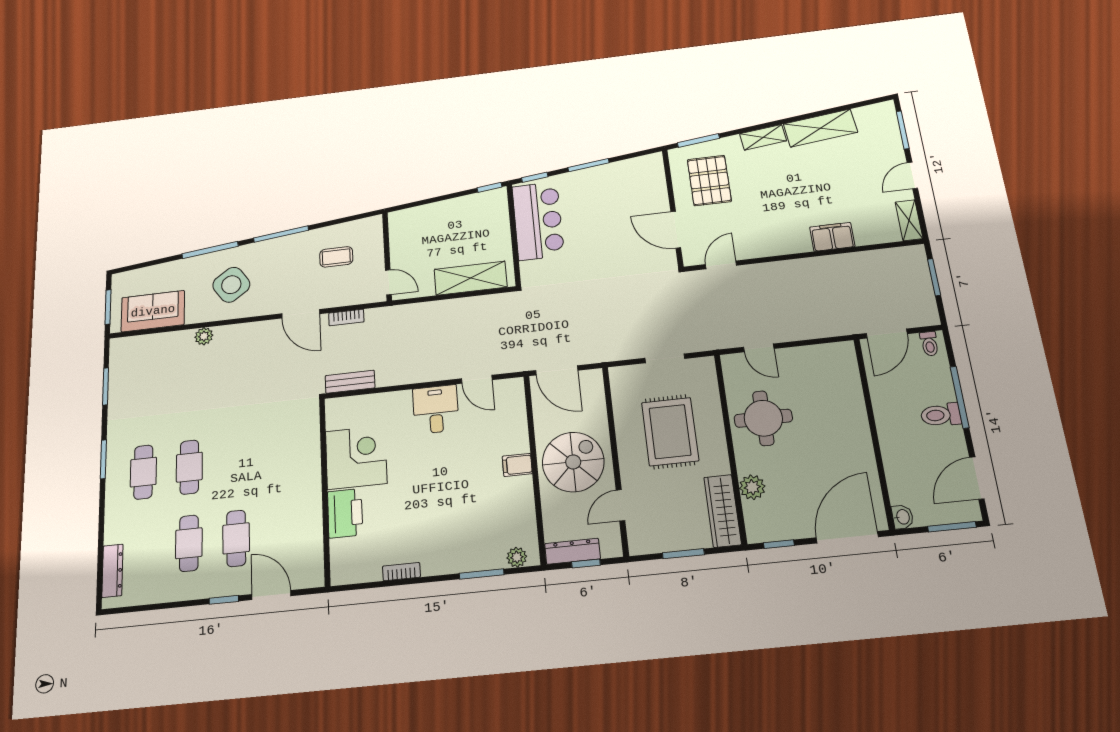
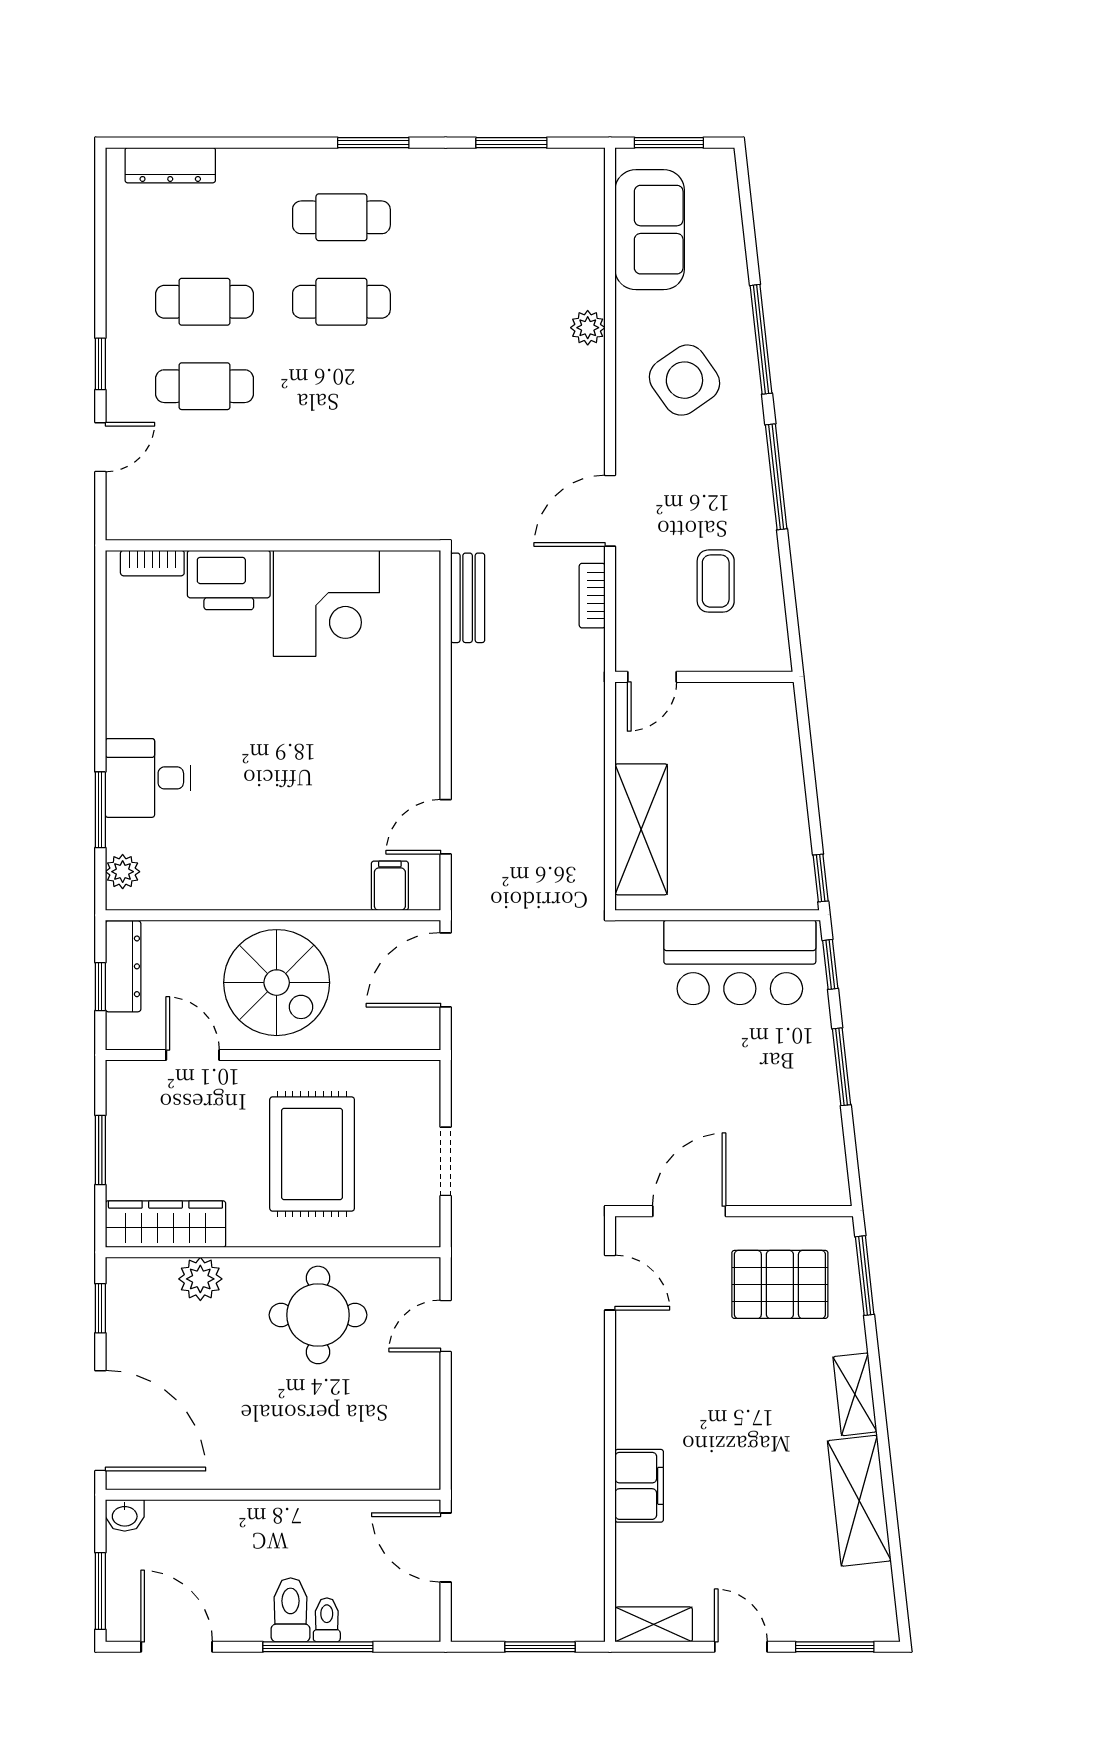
toilet: (929, 344) -> (327, 1620), moved, turned 90
desk: (436, 409) -> (148, 778), moved, turned 180
rug: (670, 432) -> (312, 1154), turned 90
filing cabinet: (517, 465) -> (390, 886), moved
bookcase: (401, 572) -> (152, 563), moved, turned 90
door: (271, 595) -> (100, 447), width x0.73

